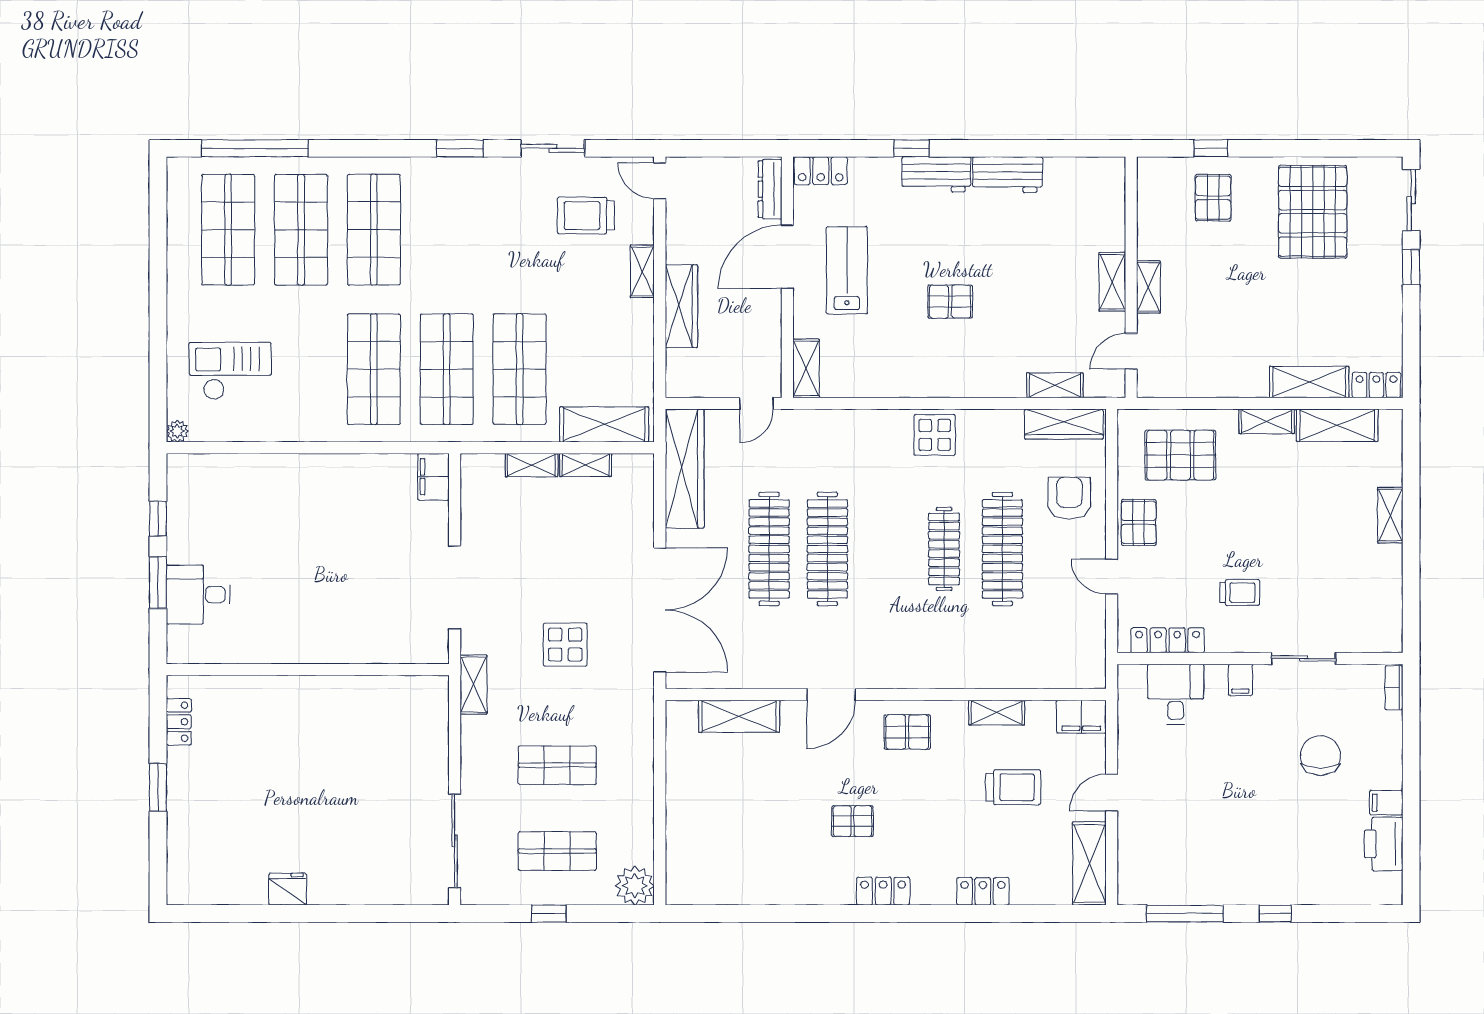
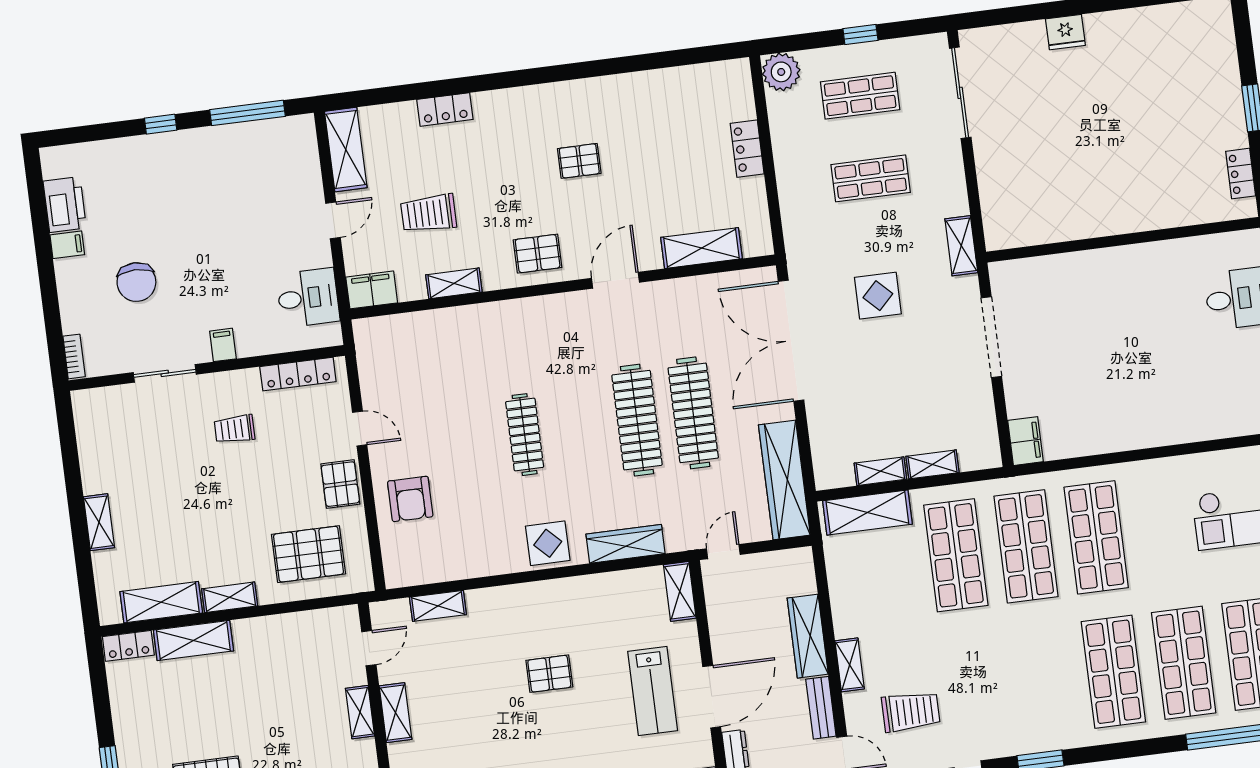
bench: (677, 231) -> (821, 708), added
wardrobe: (1064, 424) -> (626, 544), moved
clothes rail: (1002, 549) -> (468, 442), removed
desk: (1176, 694) -> (308, 298), moved, turned -90
fridge: (288, 889) -> (1065, 32), moved
locker: (883, 891) -> (747, 149), moved, turned 90

